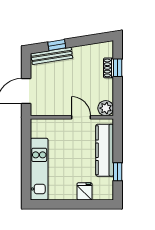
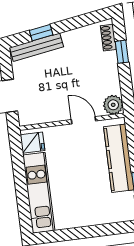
shoe rack: (108, 68) -> (108, 38), moved
fridge: (85, 191) -> (32, 143), moved, turned 90

